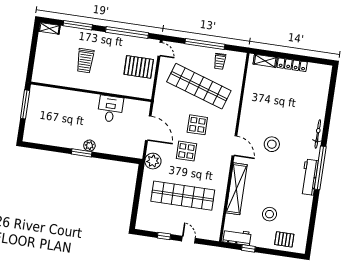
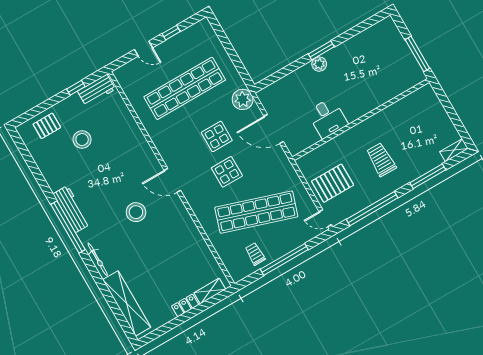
trolley: (85, 61) -> (381, 160), moved
locker: (292, 65) -> (185, 305), width x0.66
shelving: (236, 189) -> (127, 303), moved

